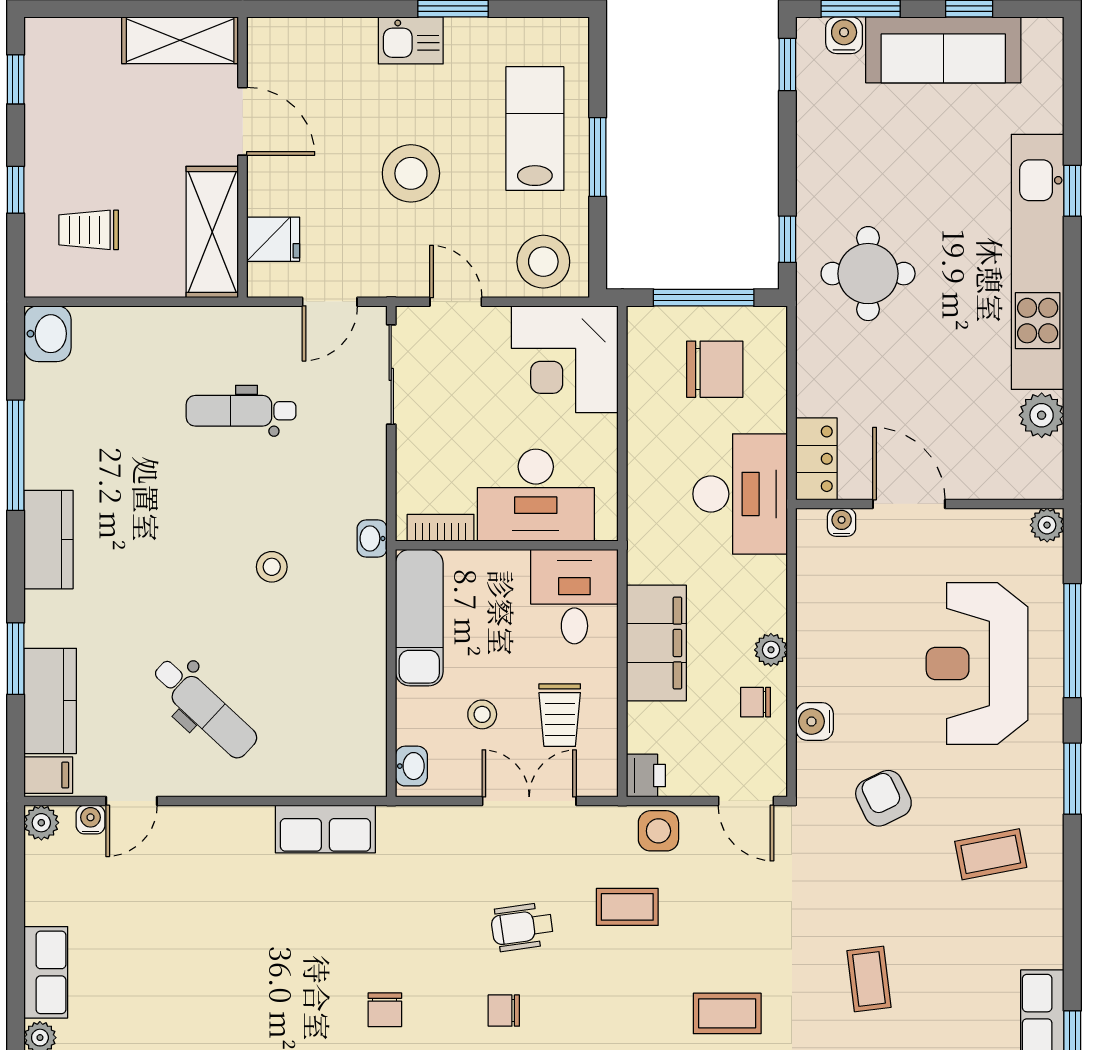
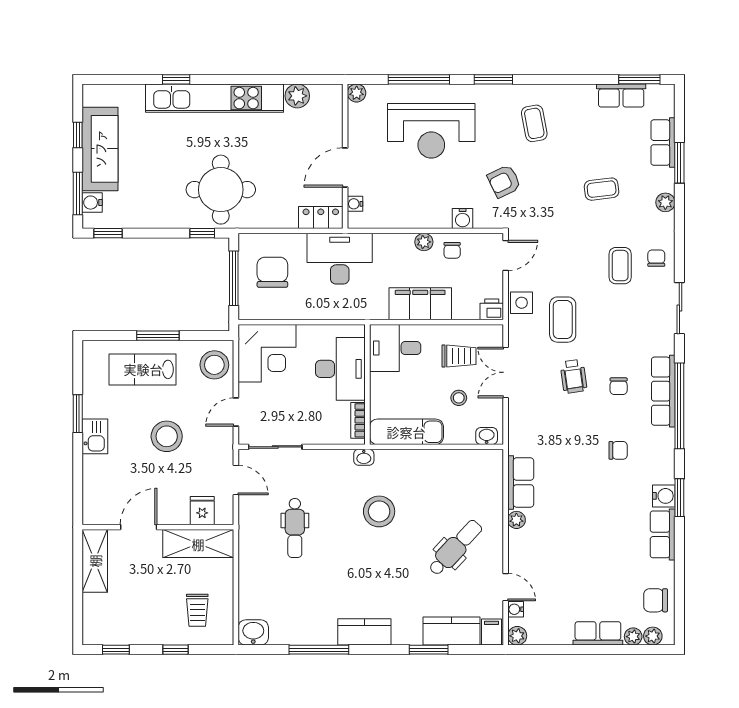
round table: (868, 274) -> (221, 190), width x1.36, depth x1.36
stool: (272, 567) -> (379, 511), width x1.89, depth x1.89
plant: (256, 821) -> (516, 520), added
coffee table: (627, 907) -> (563, 320), width x1.36, depth x1.30

